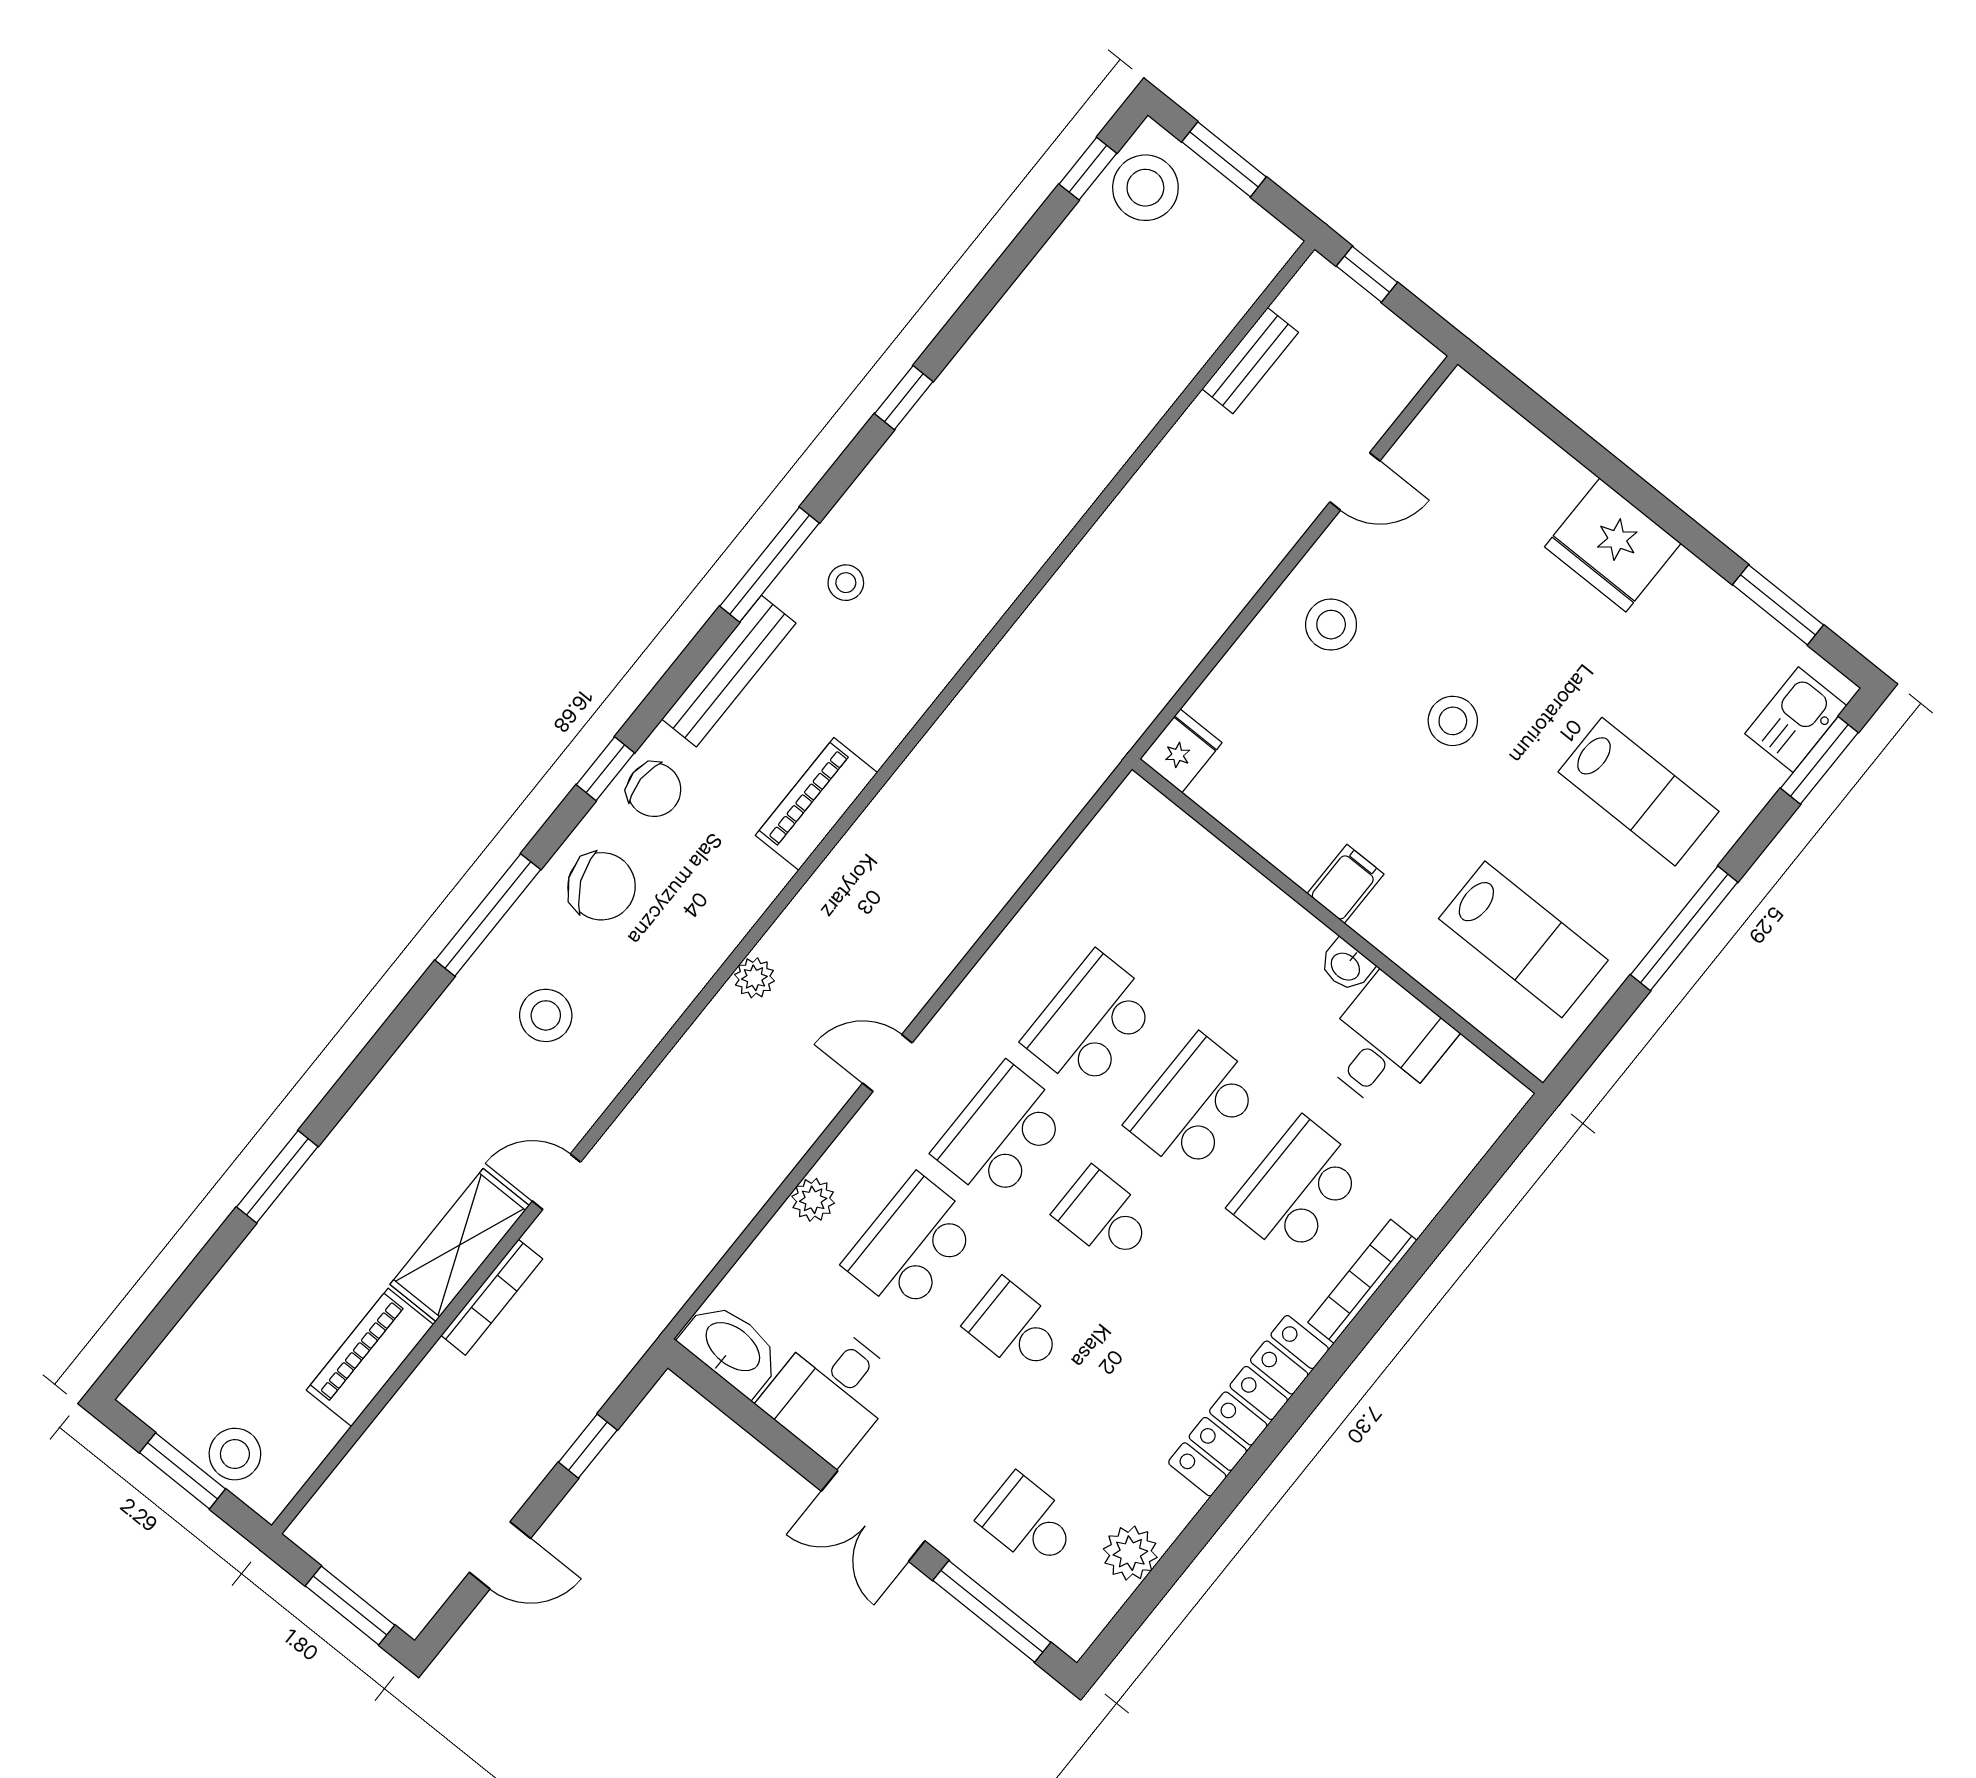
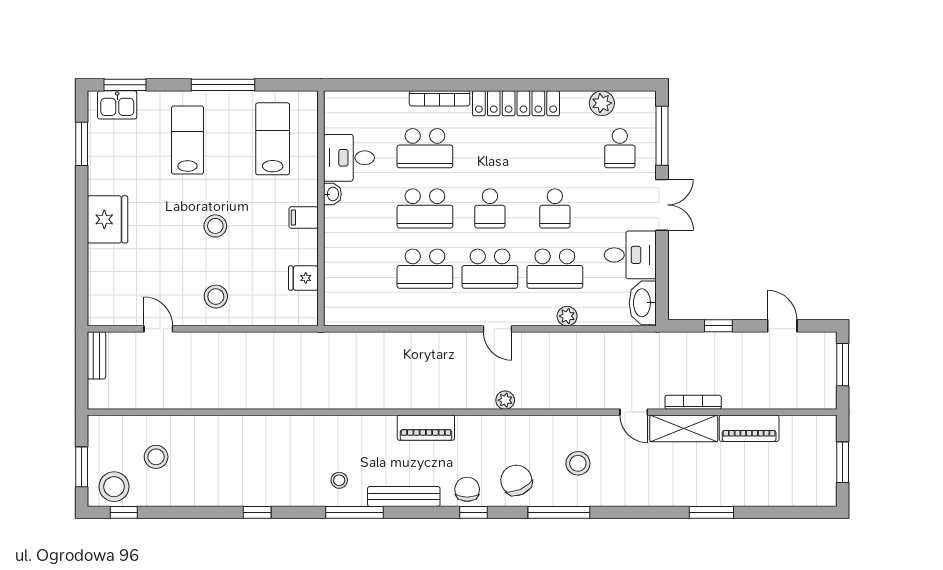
window: (1367, 274) -> (82, 384), removed
bench: (1250, 361) -> (96, 355), moved, turned 90
fridge: (1181, 751) -> (303, 278), moved
stool: (235, 1454) -> (156, 457), moved

